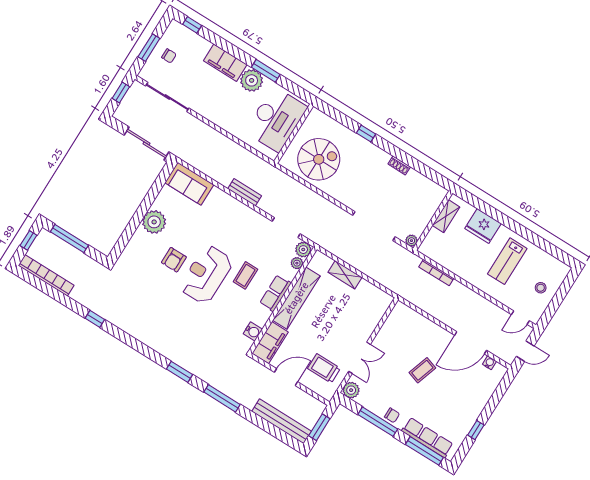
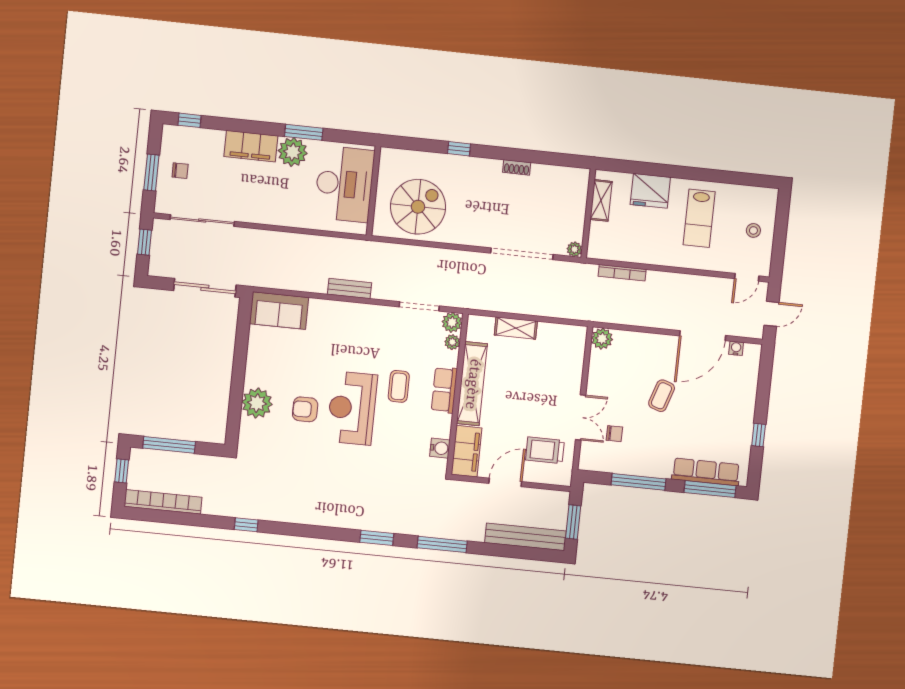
plant: (154, 222) -> (257, 403), moved
armchair: (174, 260) -> (305, 409), turned 90
plant: (351, 390) -> (602, 339), moved
chair: (392, 415) -> (614, 434), moved

